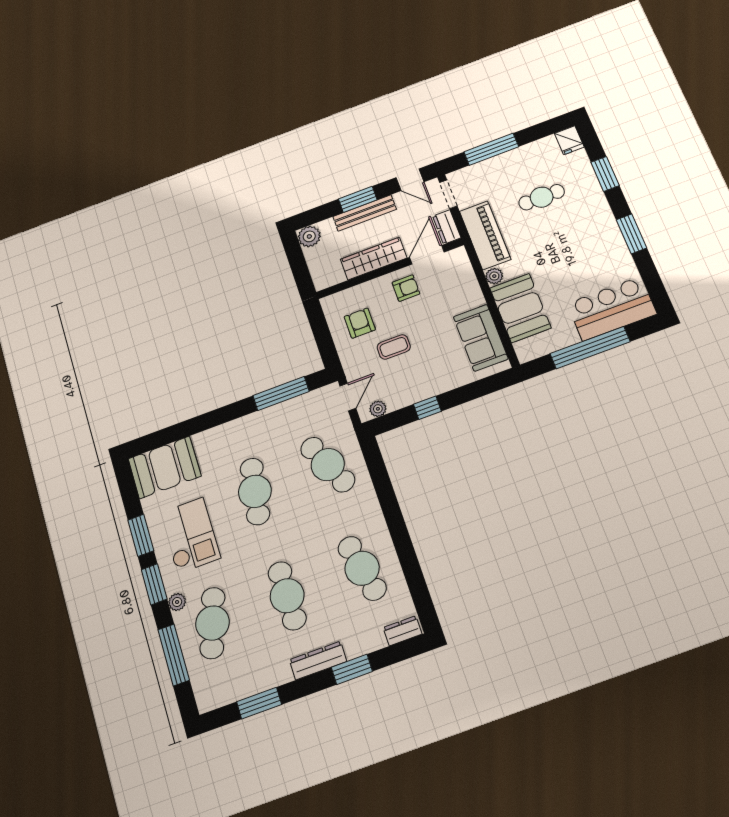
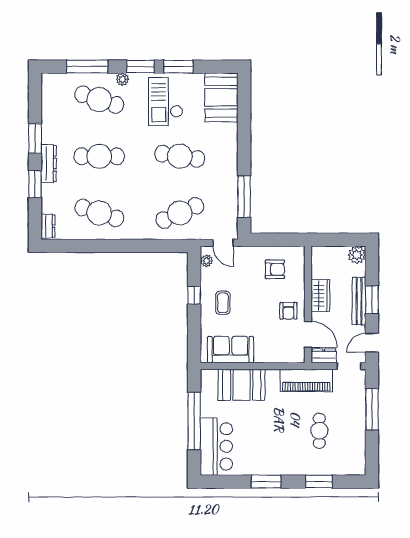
fridge: (569, 140) -> (356, 467), removed
wardrobe: (374, 259) -> (320, 296), width x0.67
plant: (494, 276) -> (273, 376), removed
coffee table: (394, 347) -> (223, 303), moved
checkout: (190, 535) -> (166, 102), turned 90
cafe table: (362, 568) -> (99, 213), turned 30
window: (259, 703) -> (35, 138), moved

